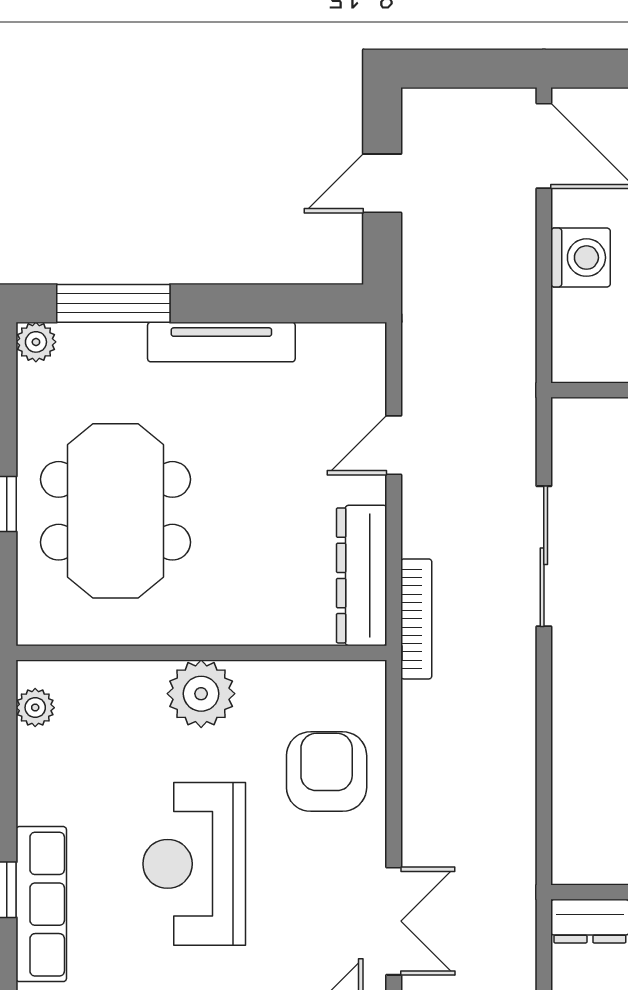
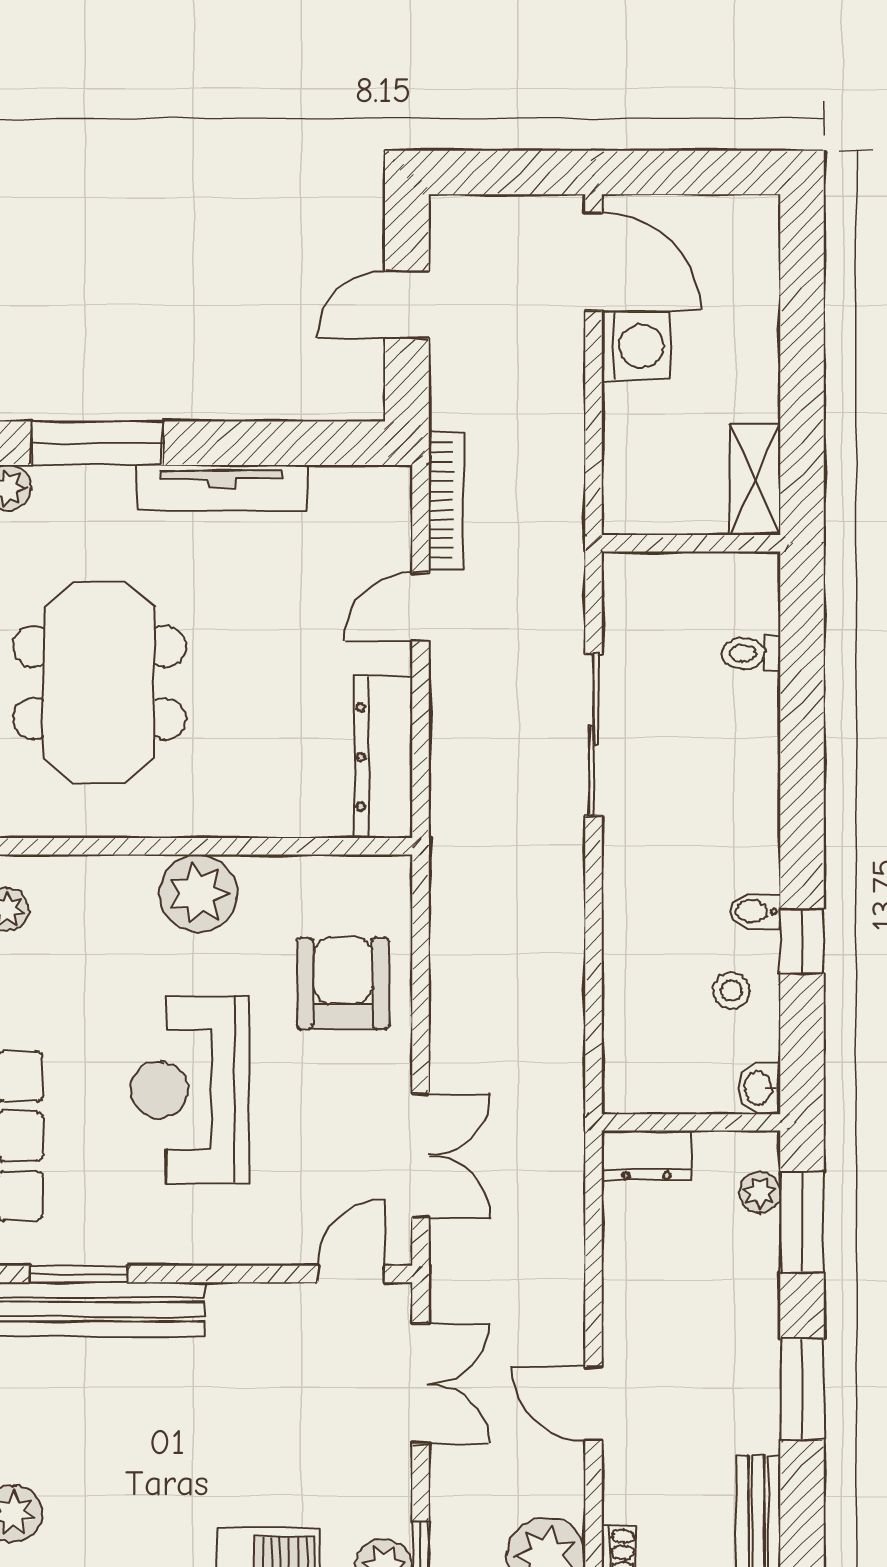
washing machine: (581, 258) -> (636, 346), moved
bookcase: (416, 619) -> (446, 500), moved

